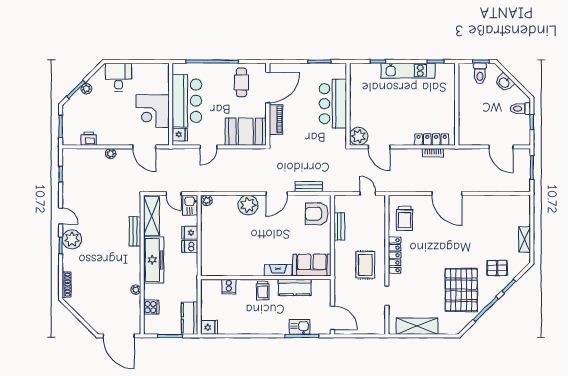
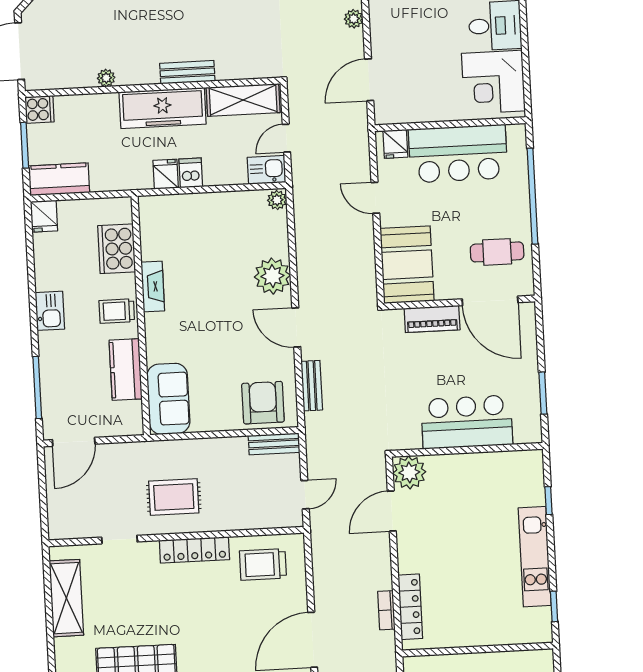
corner desk: (153, 111) -> (493, 82), moved, turned -90
bench: (339, 226) -> (274, 444), moved
bench: (135, 231) -> (187, 72), moved
fridge: (190, 233) -> (166, 174), moved
fireplace: (278, 270) -> (153, 287), moved
cooker: (229, 287) -> (117, 249), width x1.87, depth x1.31
cooker: (151, 307) -> (40, 109), moved, turned -90
kitchen sink: (299, 327) -> (50, 311), moved

